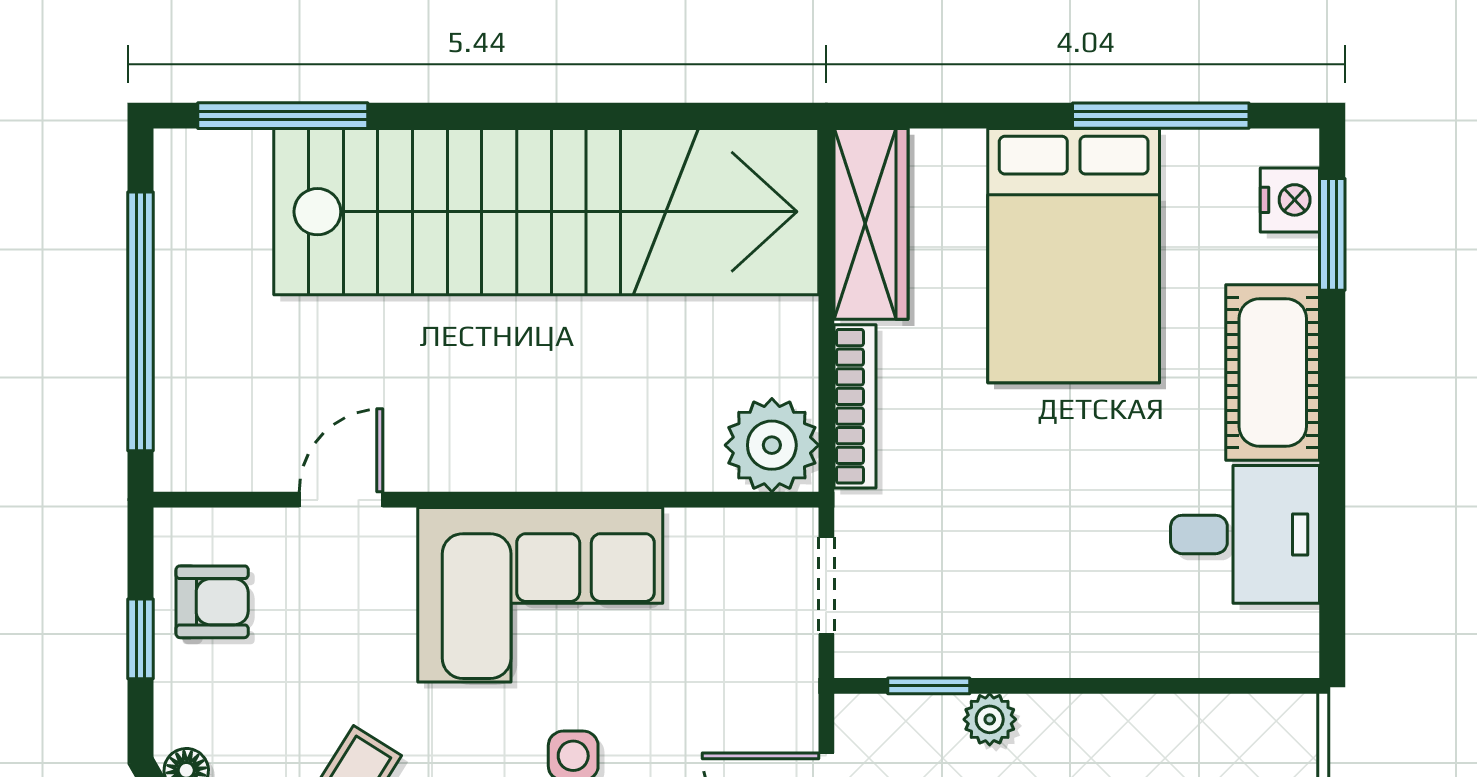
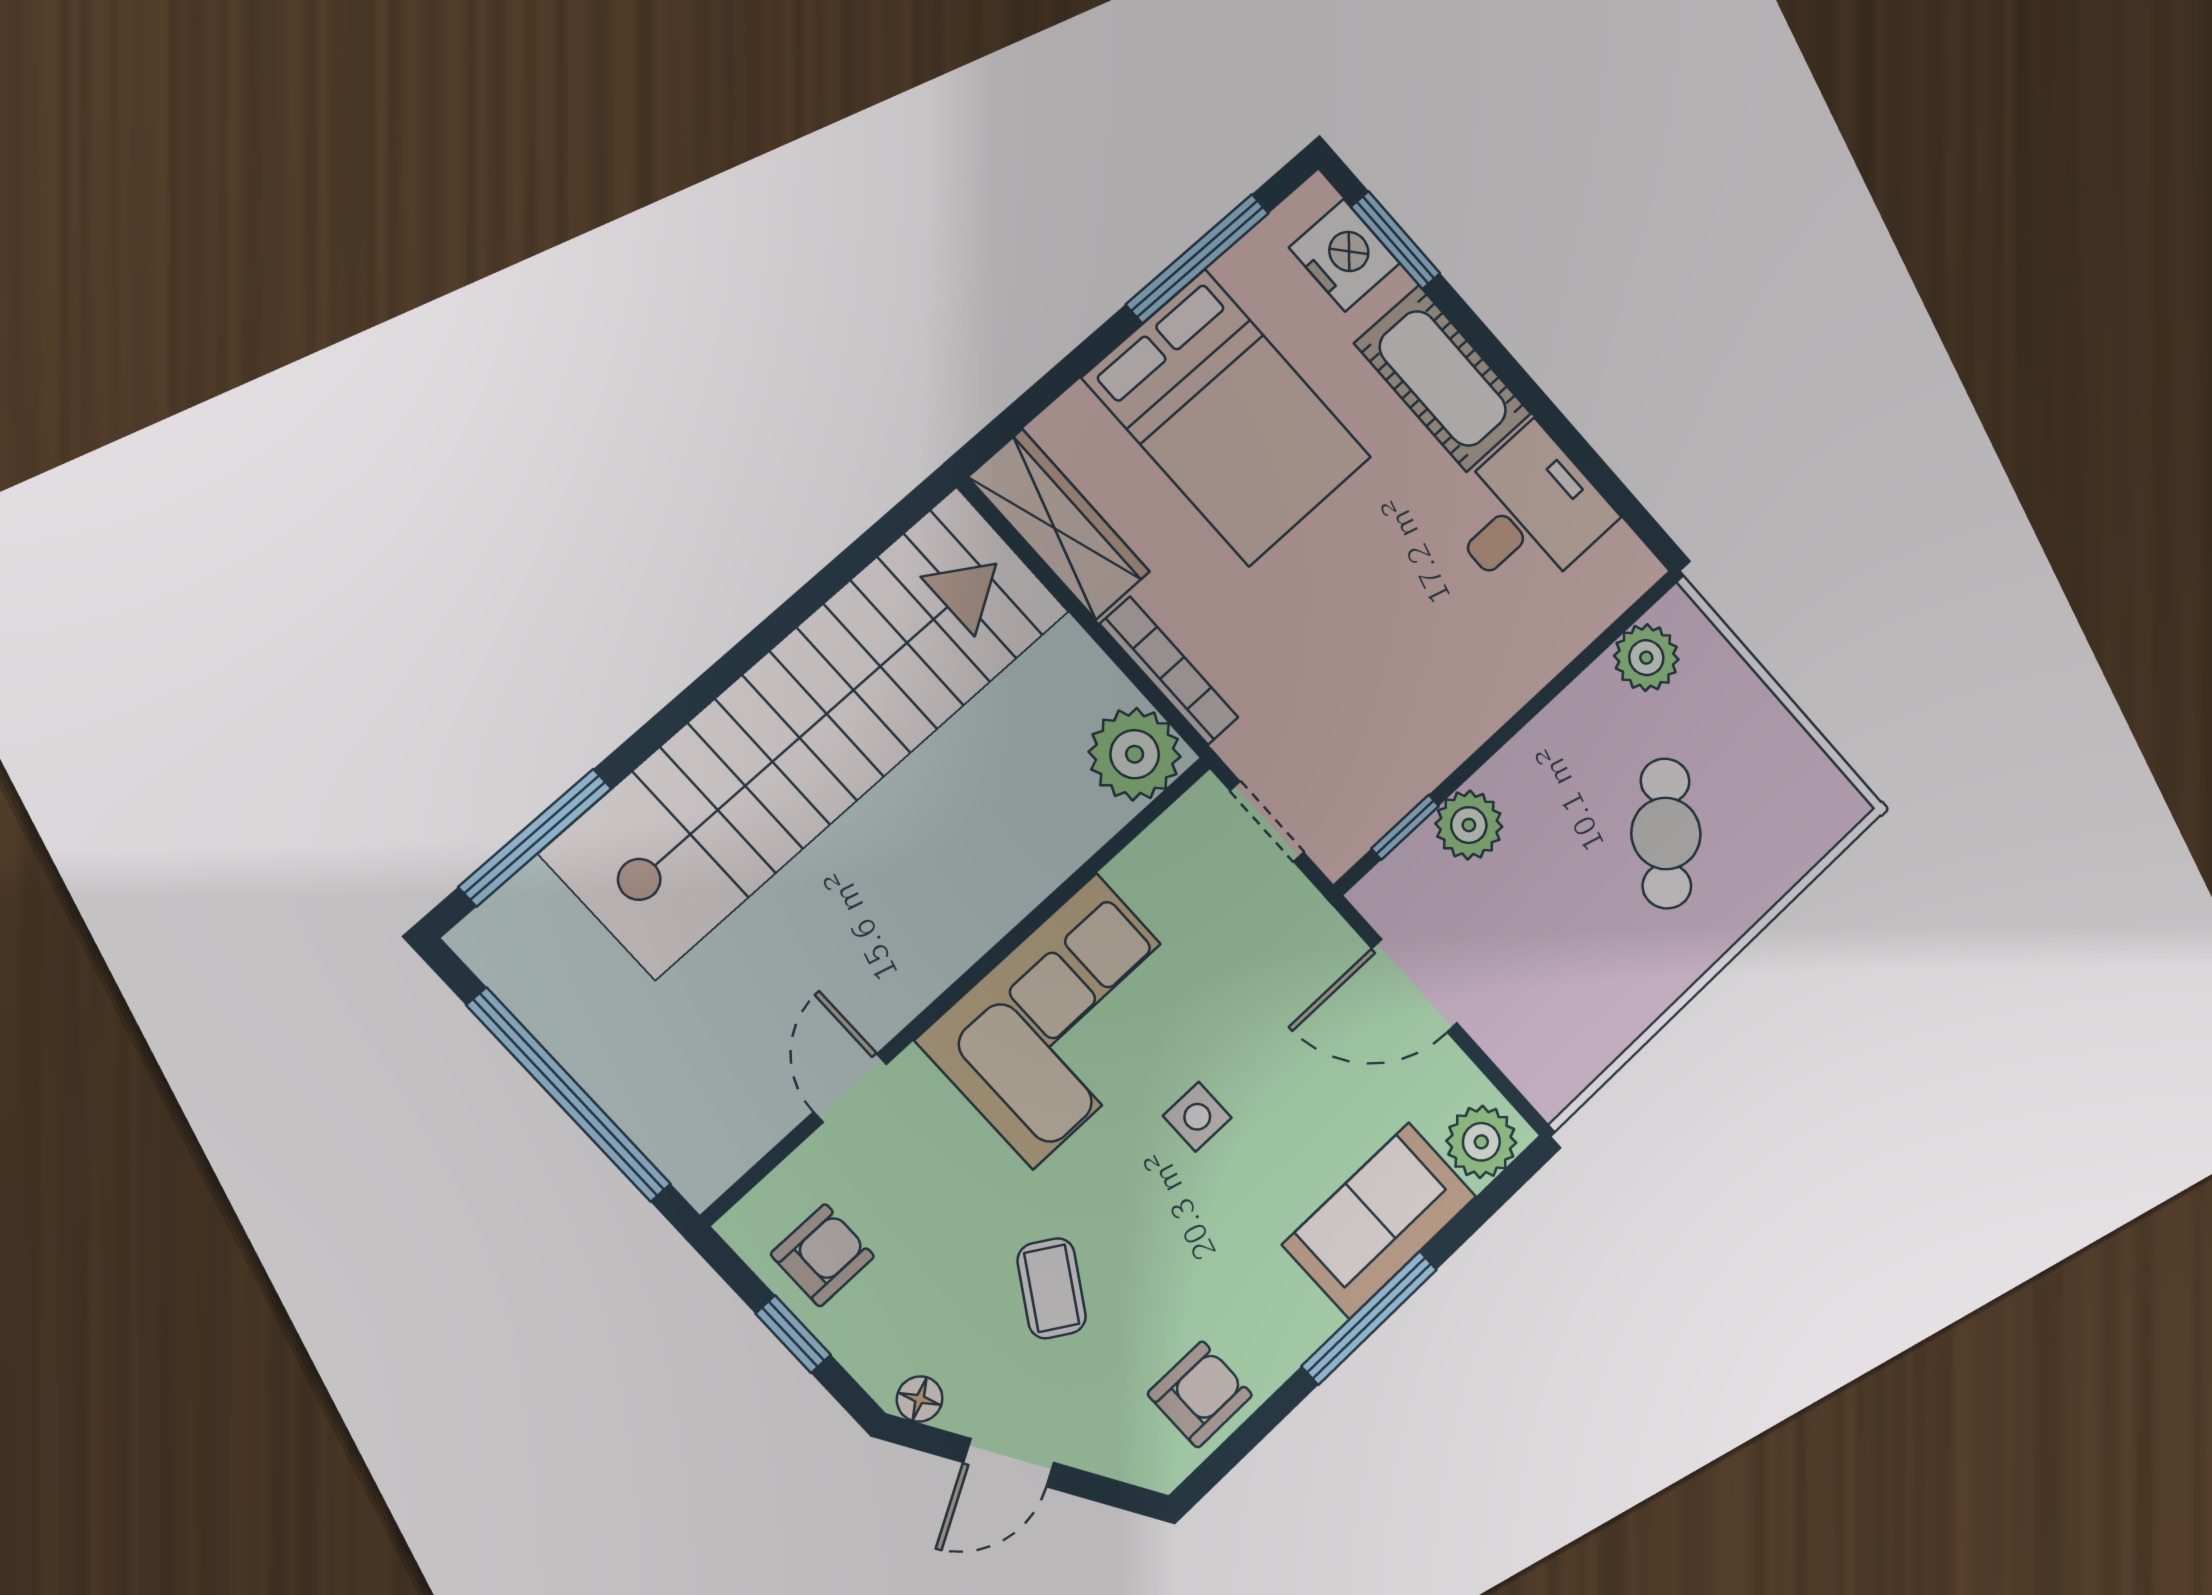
nightstand: (1290, 200) -> (1344, 255), width x1.36, depth x1.33
plant: (990, 719) -> (1469, 825), width x1.38, depth x1.38
plant: (1240, 729) -> (1646, 658), added

